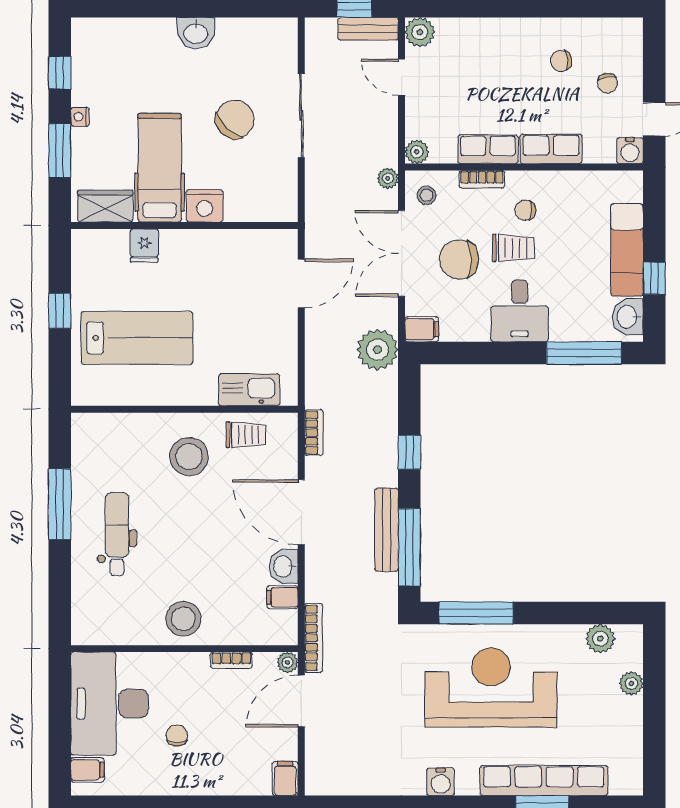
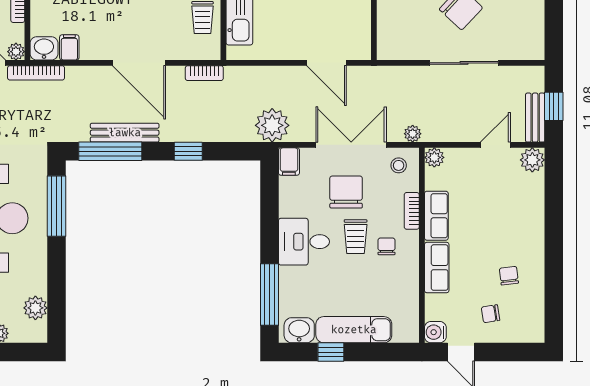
door: (301, 512) -> (139, 63), swing flipped
washbasin: (284, 566) -> (44, 48), moved

